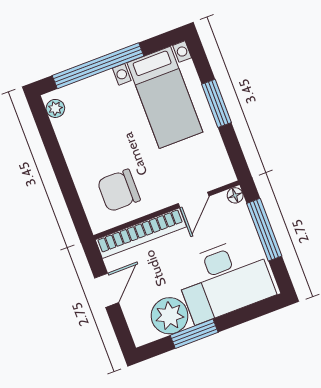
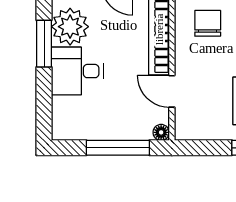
chair: (119, 190) -> (208, 23), width x0.73, depth x0.73
desk: (224, 279) -> (77, 71), width x0.53, depth x0.77

